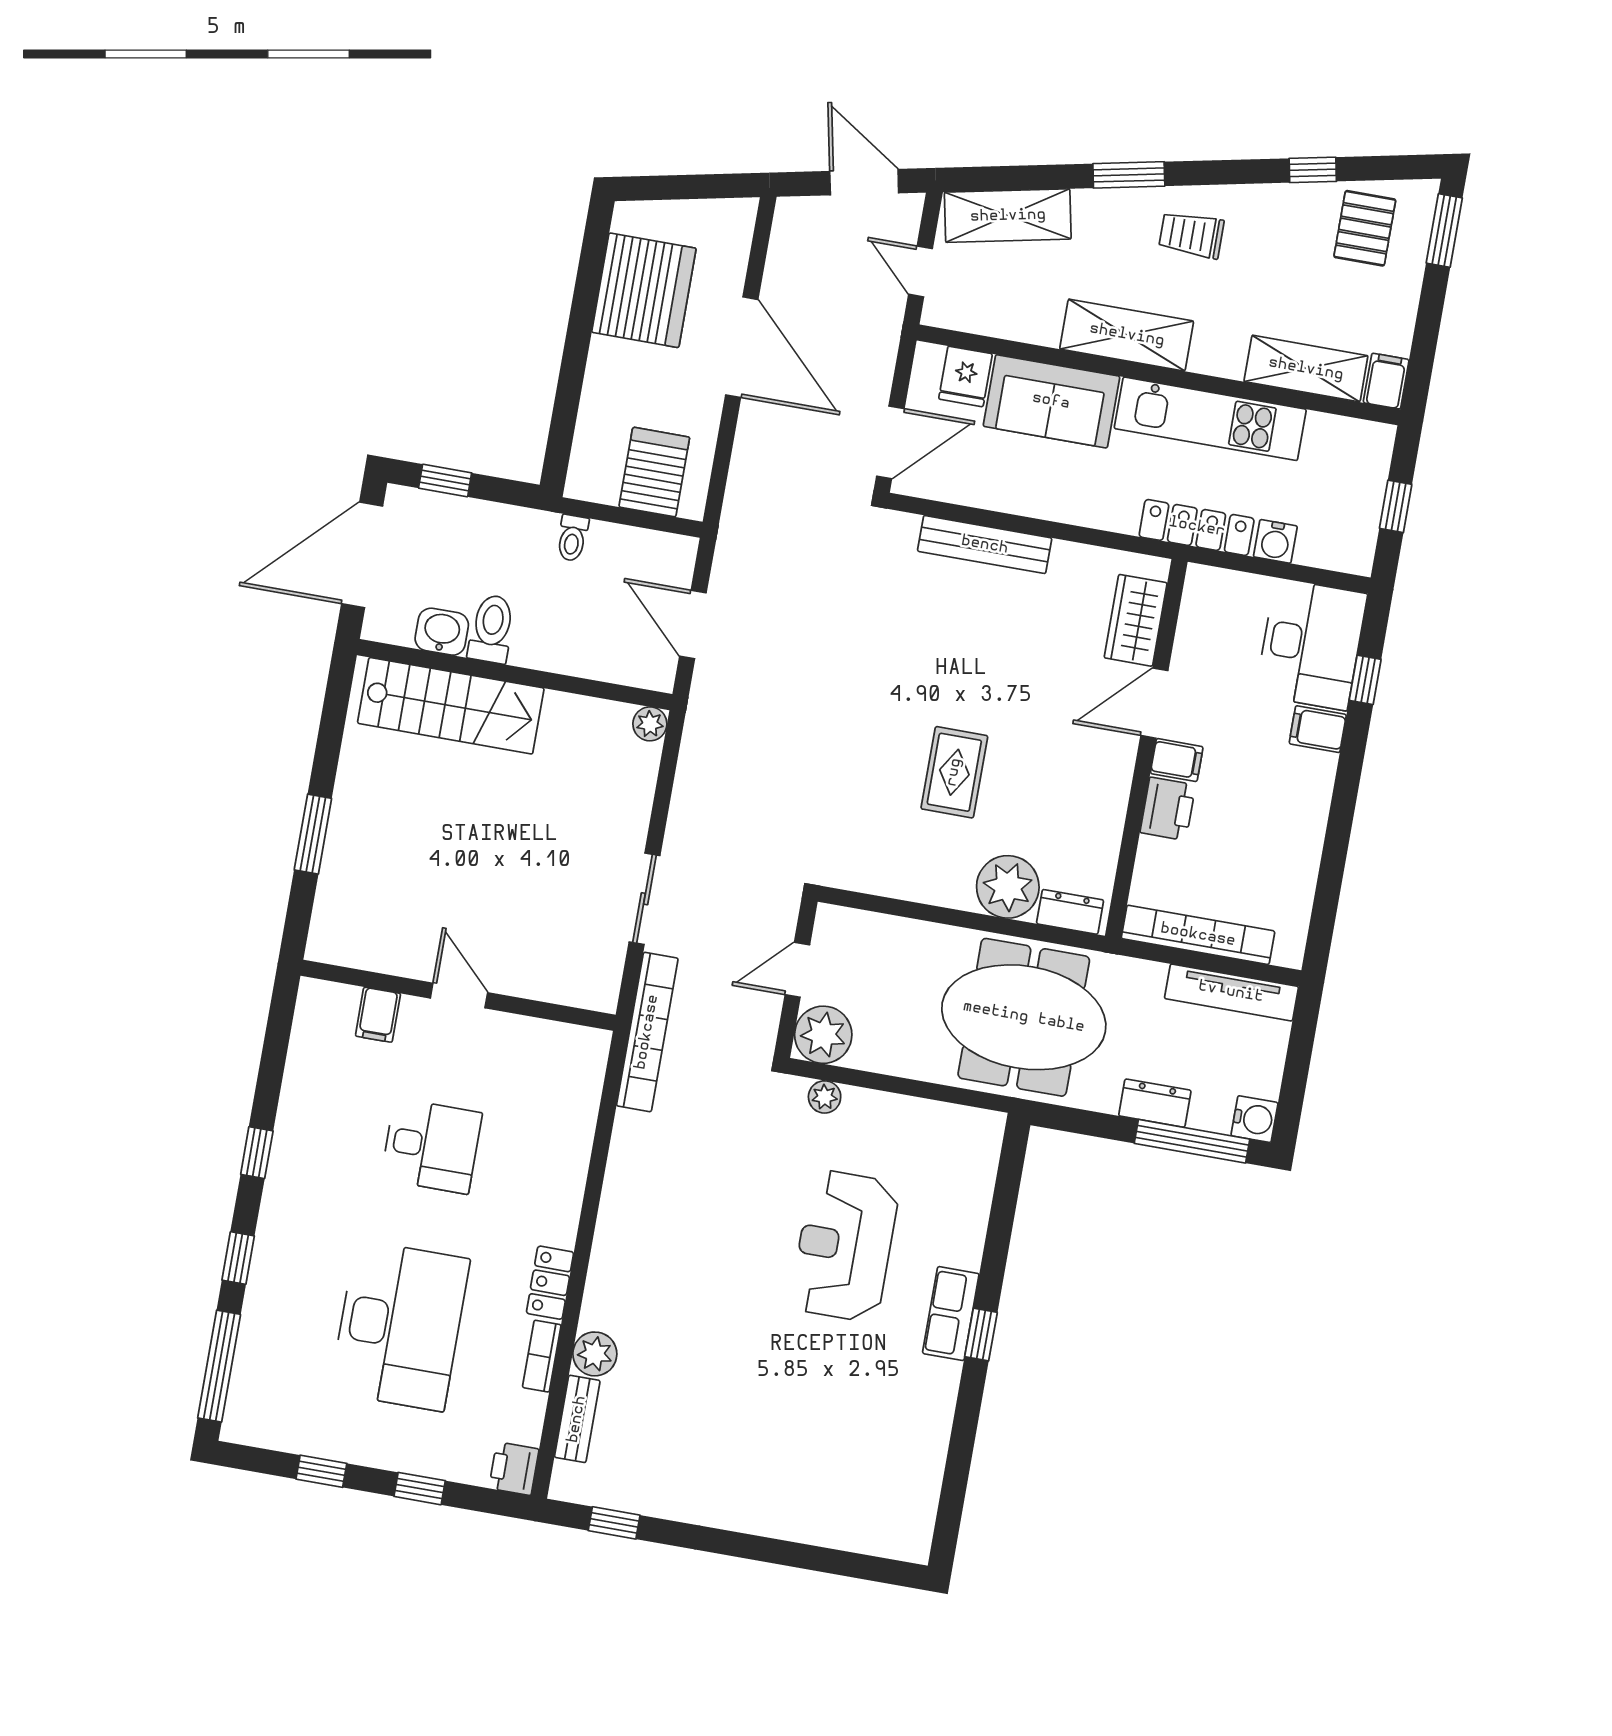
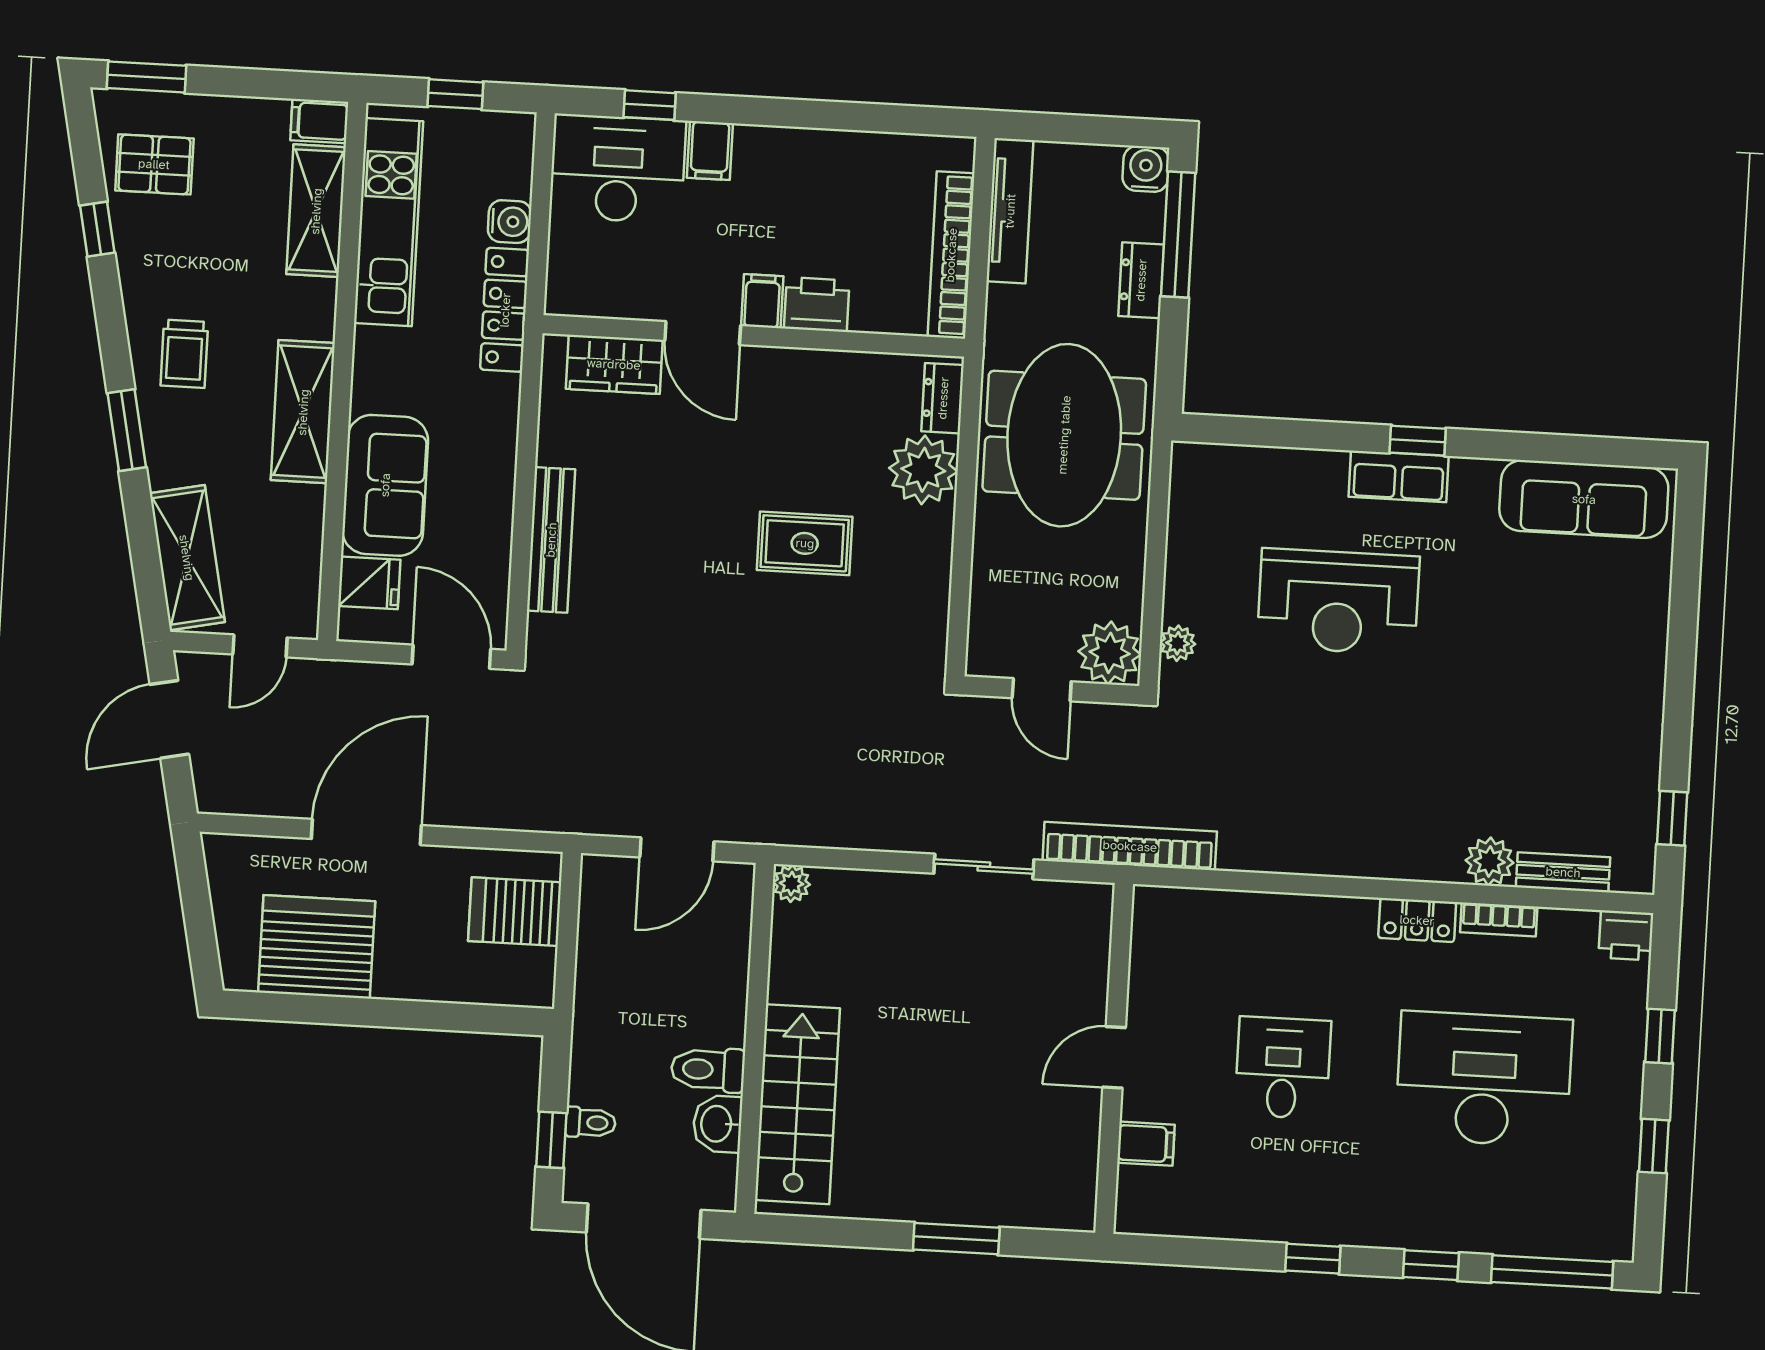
kitchen unit: (1210, 419) -> (389, 222), moved
toilet: (572, 538) -> (590, 1123), moved
sofa: (911, 1478) -> (1584, 499), added

